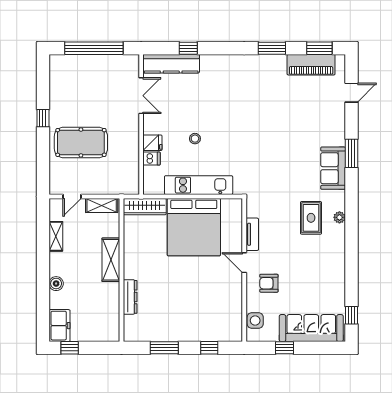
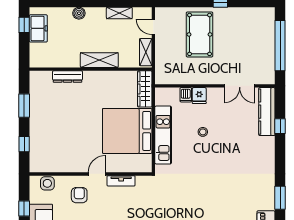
freezer: (59, 326) -> (38, 28), moved, turned -90

